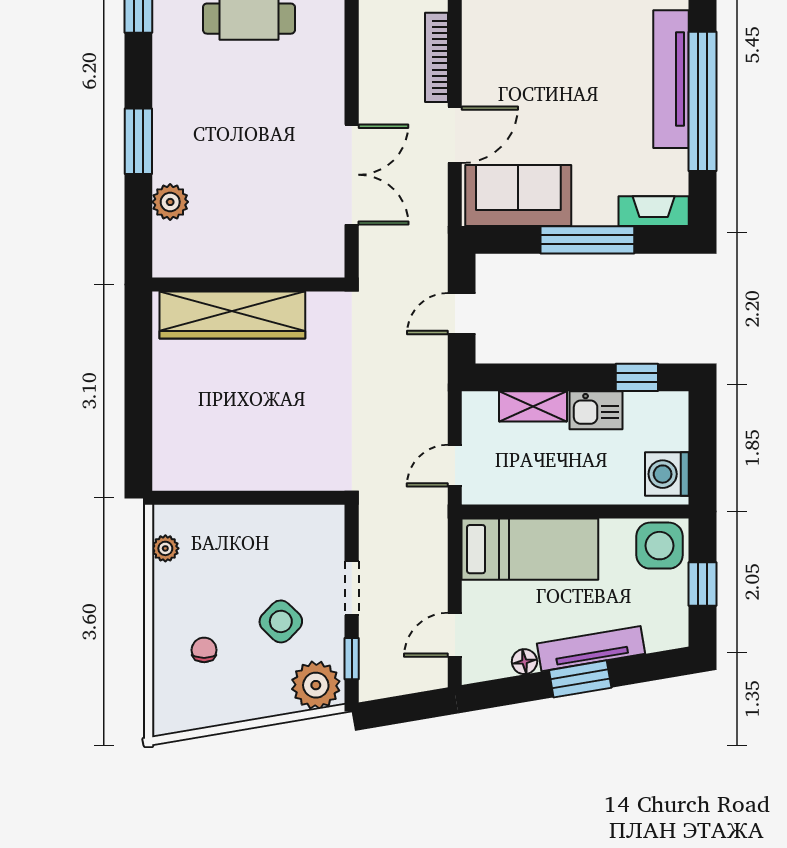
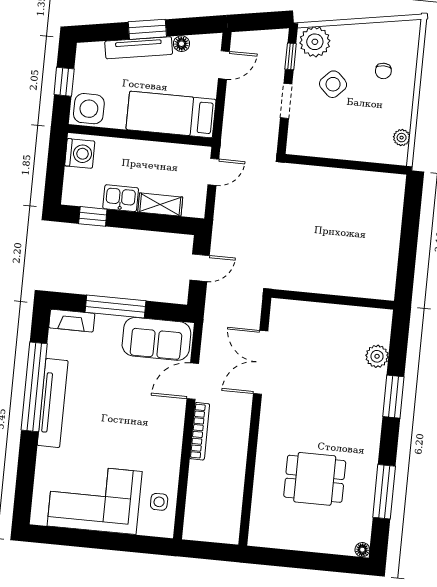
wardrobe: (232, 315) -> (345, 281), removed

